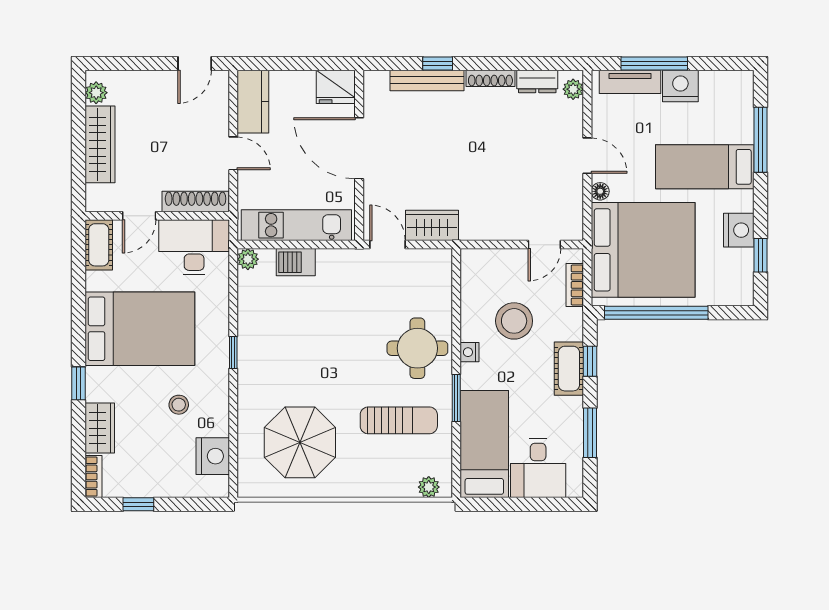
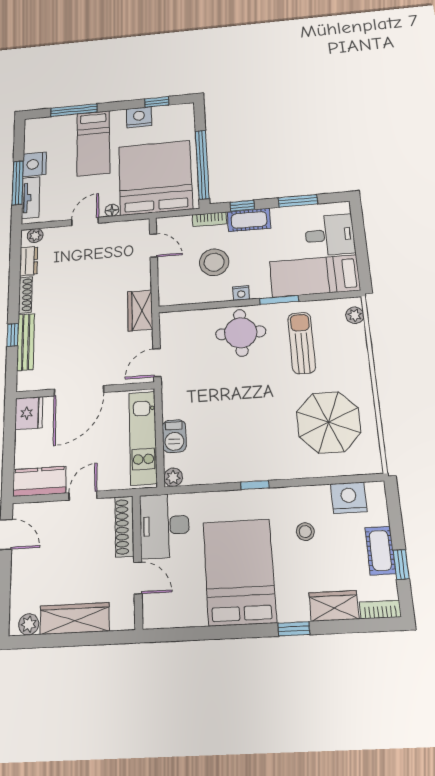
wardrobe: (432, 225) -> (140, 310), moved
cot: (99, 245) -> (380, 550), moved, turned 90
bookcase: (575, 285) -> (209, 219), moved

